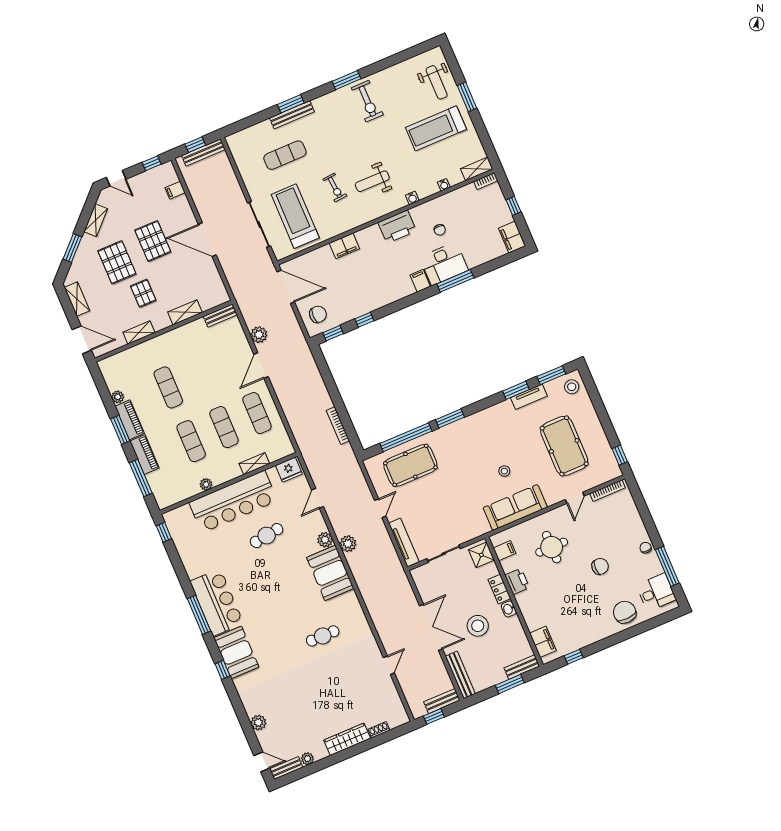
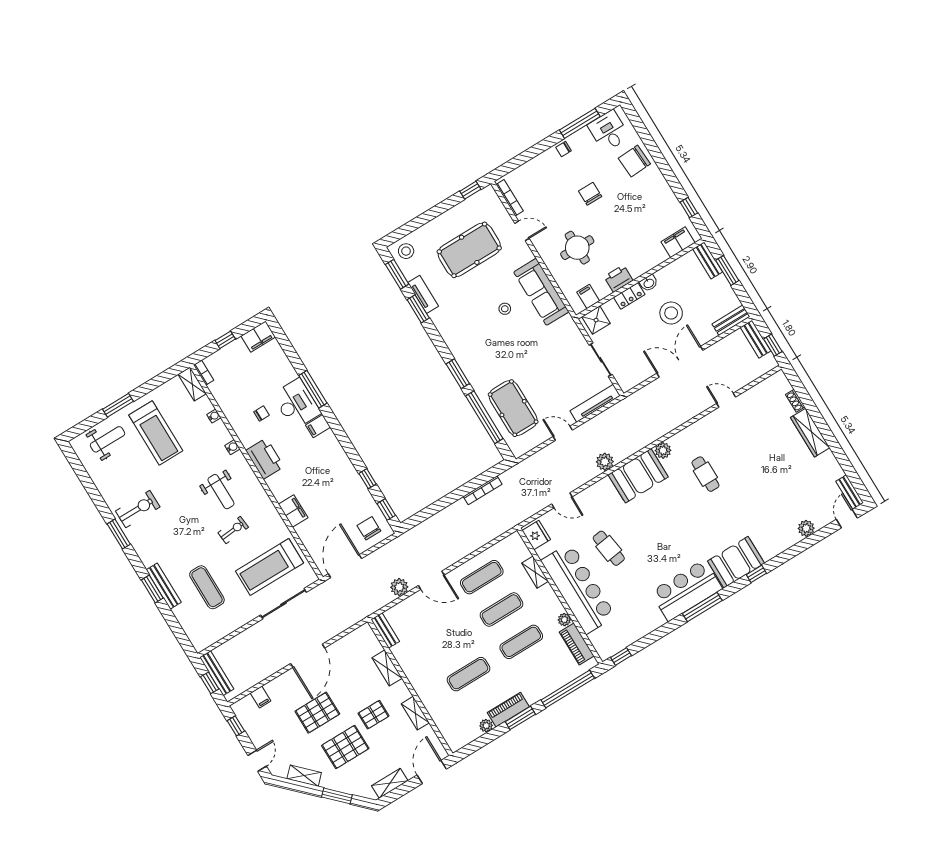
piano: (144, 455) -> (577, 644), moved, turned -90
window: (141, 478) -> (568, 689), width x1.46
plant: (325, 540) -> (663, 450), moved
bench: (460, 675) -> (731, 320), width x0.73
plant: (307, 759) -> (836, 471), removed

